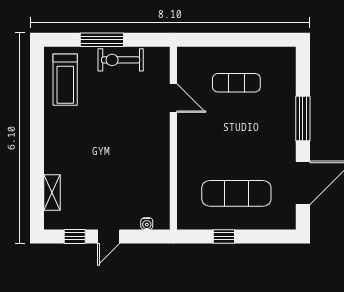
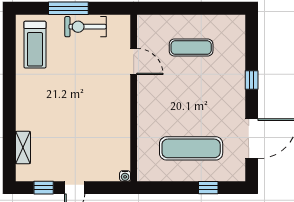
window: (303, 118) -> (252, 80), width x0.46
water cooler: (147, 224) -> (125, 176), moved
window: (224, 236) -> (208, 188), moved

